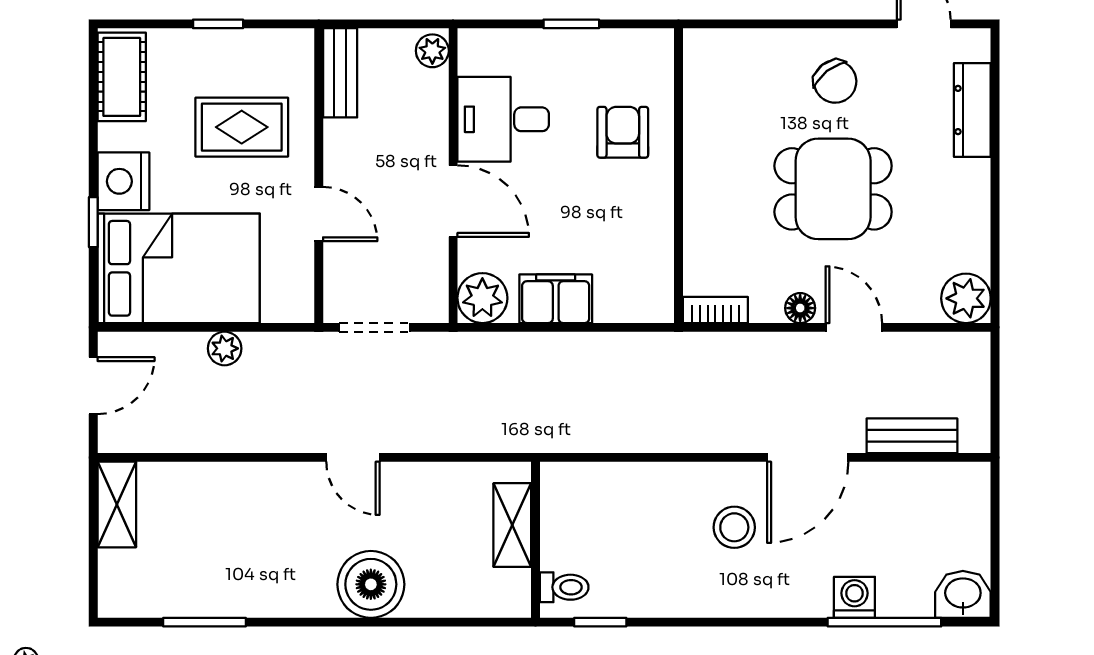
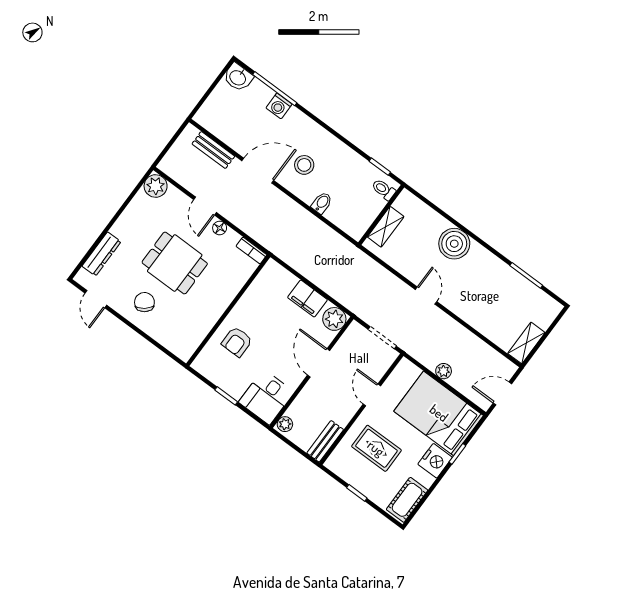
desk: (503, 119) -> (266, 397), moved, turned 90
bidet: (655, 484) -> (322, 203), added

